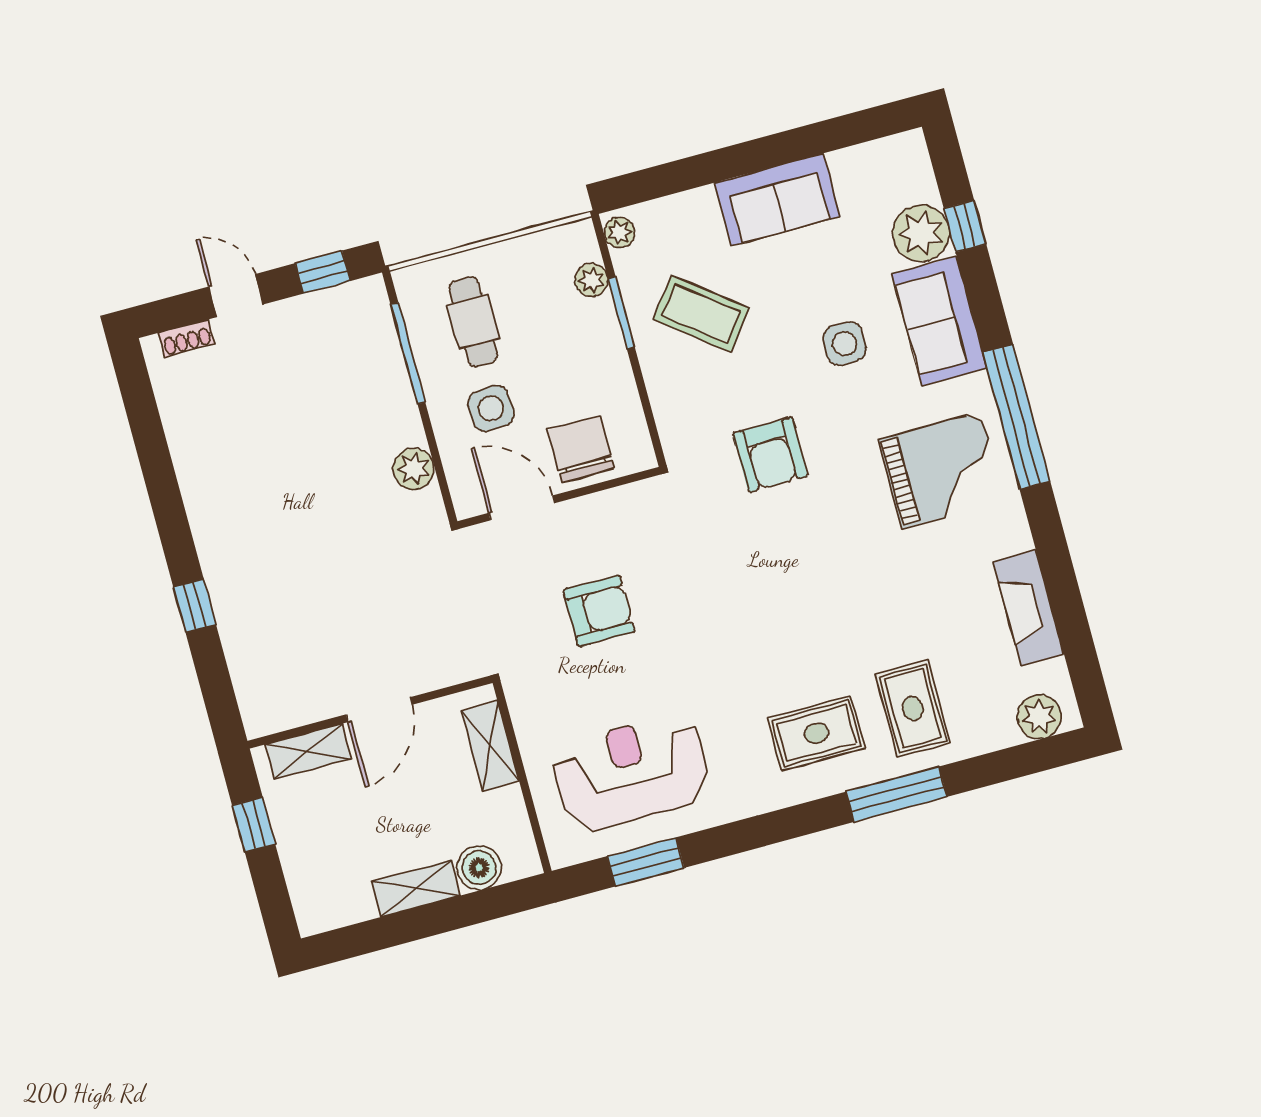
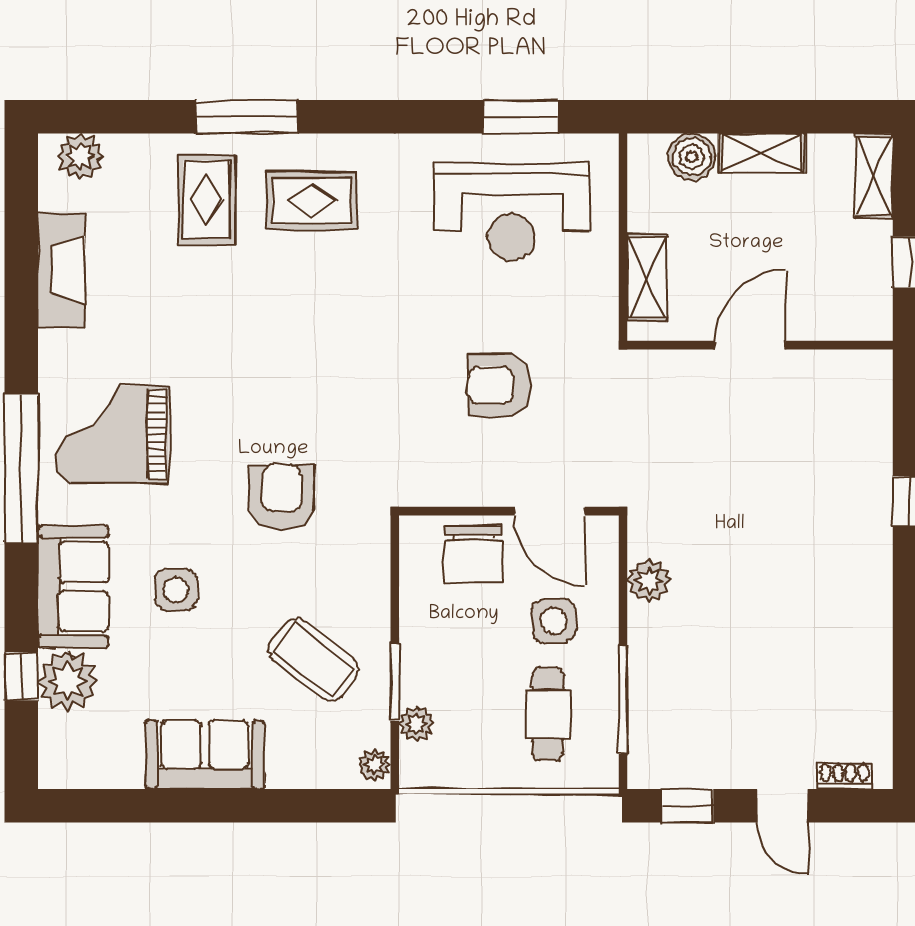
shelving: (308, 751) -> (874, 176), moved, turned 90

